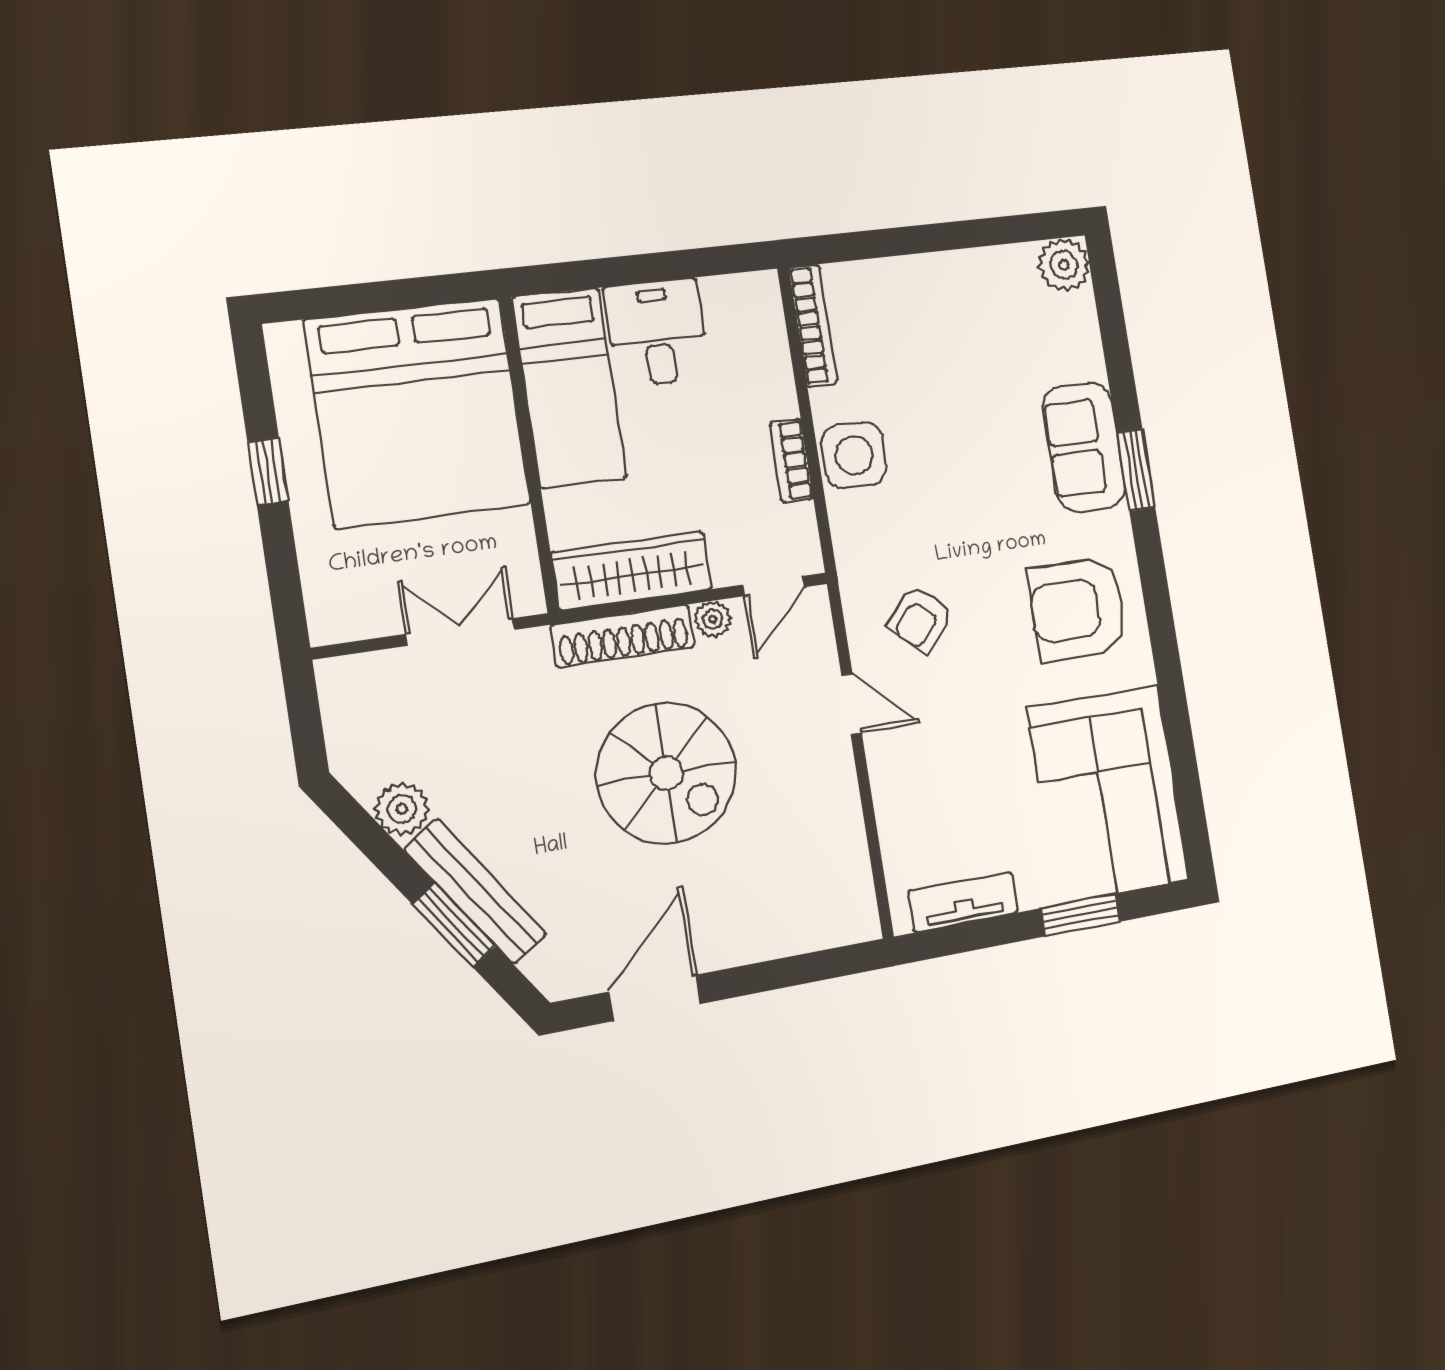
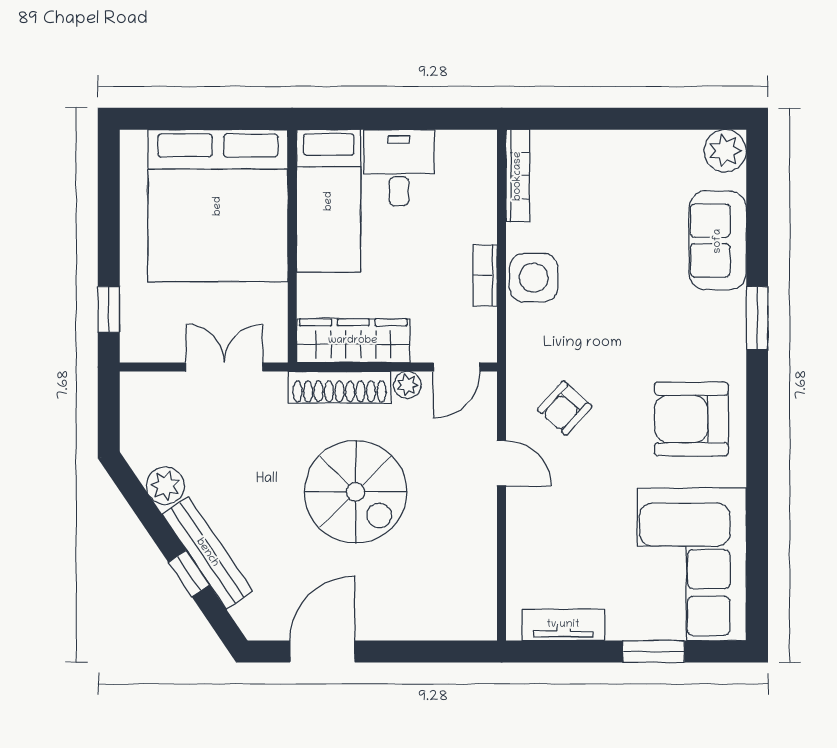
sofa: (1084, 447) -> (718, 241), moved
window: (268, 471) -> (109, 309), moved
window: (454, 925) -> (189, 574), width x0.67

